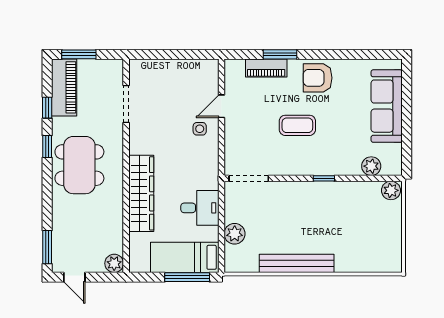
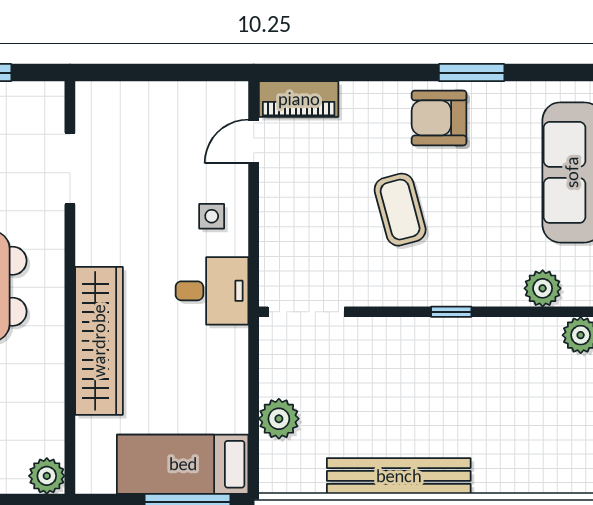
window: (280, 54) -> (472, 73), moved
piano: (266, 68) -> (299, 99), moved
door: (221, 106) -> (254, 142), moved
coffee table: (297, 125) -> (400, 210), turned 75
desk: (200, 208) -> (212, 291), moved

